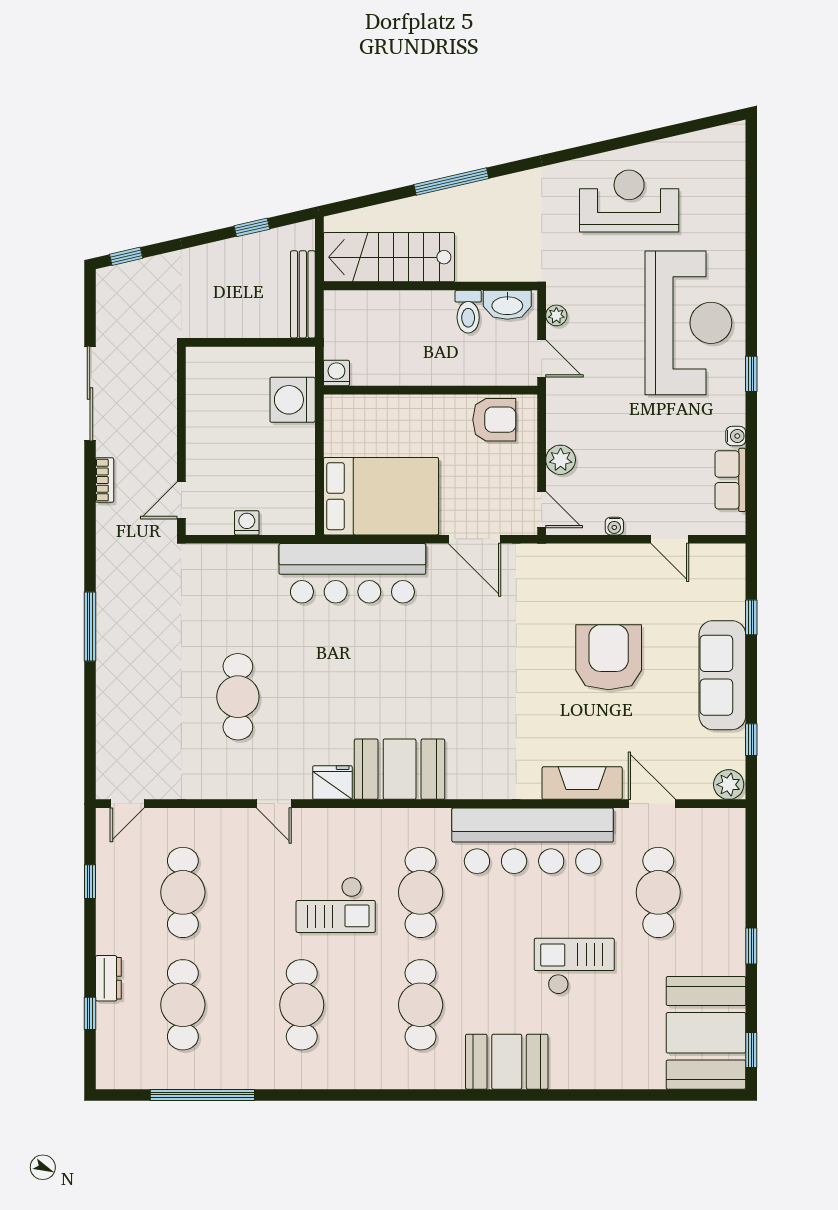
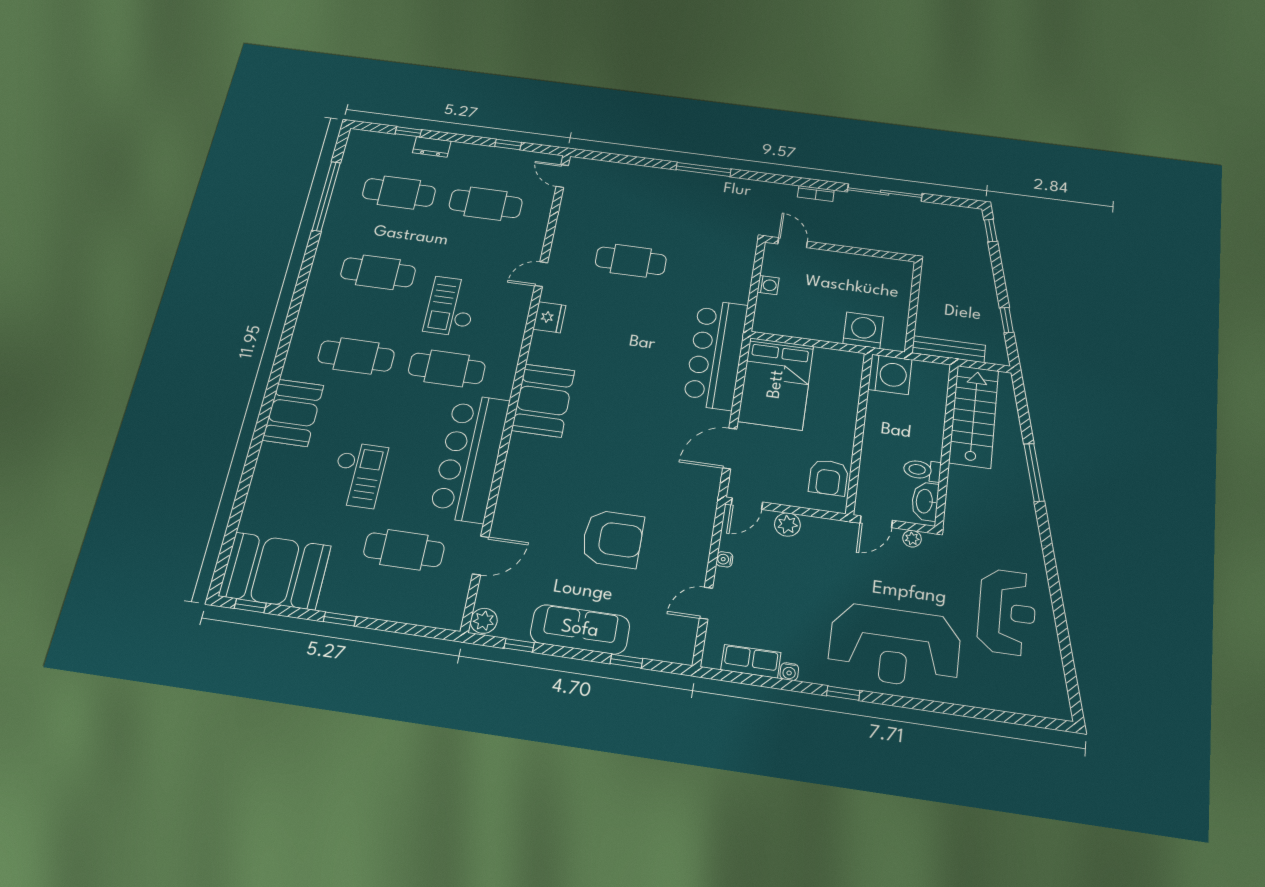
washing machine: (336, 373) -> (890, 374), width x1.89, depth x1.89
booth: (400, 769) -> (543, 400), moved
fireplace: (582, 783) -> (510, 503), removed

